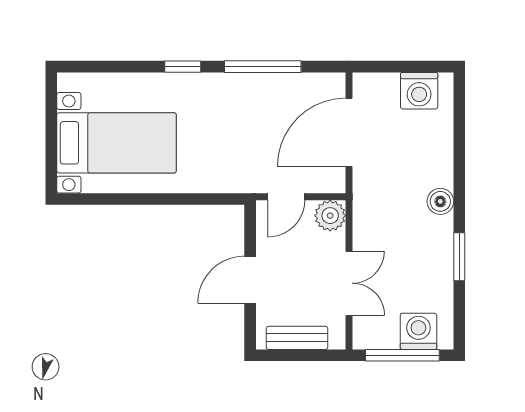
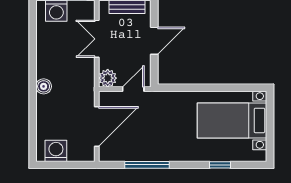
window: (183, 67) -> (220, 165), moved
window: (459, 257) -> (33, 54), removed

